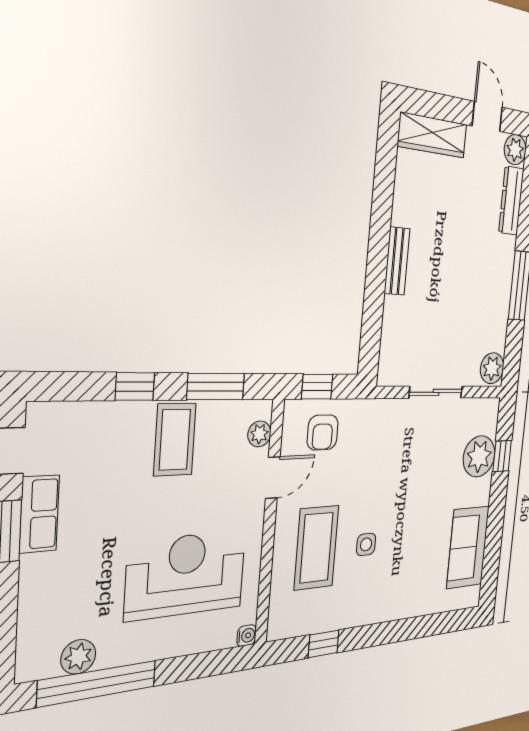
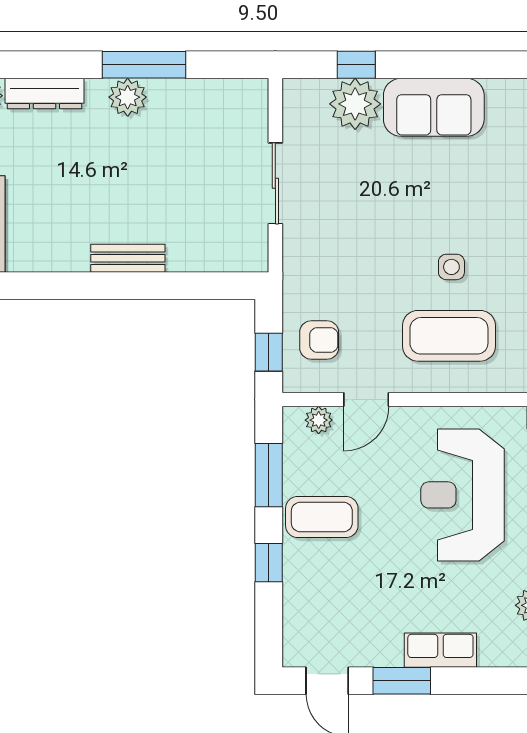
plant: (492, 368) -> (128, 97), moved
door: (273, 478) -> (366, 400), swing flipped
row of seats: (39, 514) -> (440, 650), moved
sofa: (468, 547) -> (434, 107), moved

